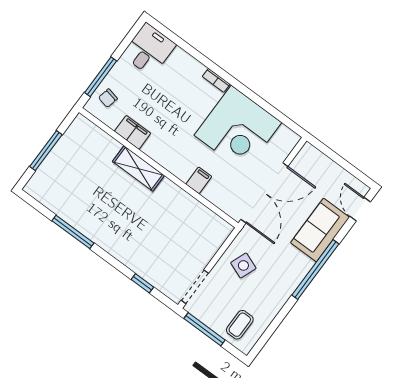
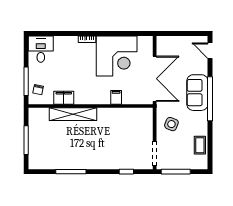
shelving: (138, 168) -> (73, 114), width x1.47
sofa: (320, 230) -> (197, 93), moved
coffee table: (240, 325) -> (200, 145), moved

